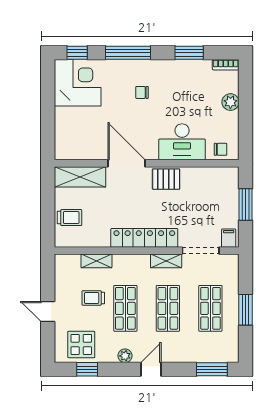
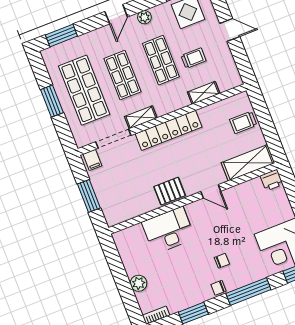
chair: (221, 149) -> (219, 288), moved
printer: (64, 151) -> (272, 180), added
door: (127, 163) -> (211, 191), width x0.53
shop shelf: (210, 308) -> (84, 90), width x1.43, depth x1.36

